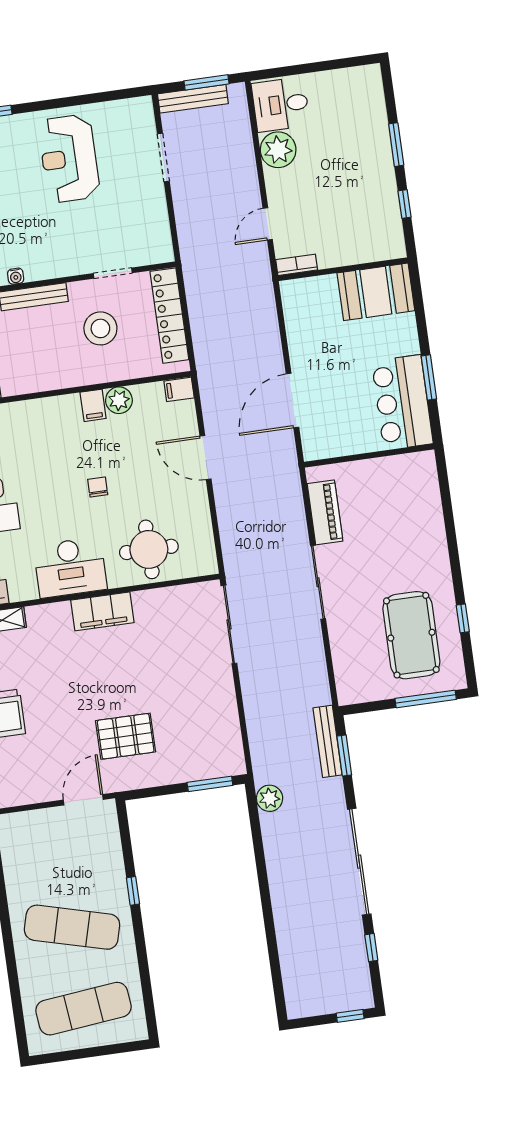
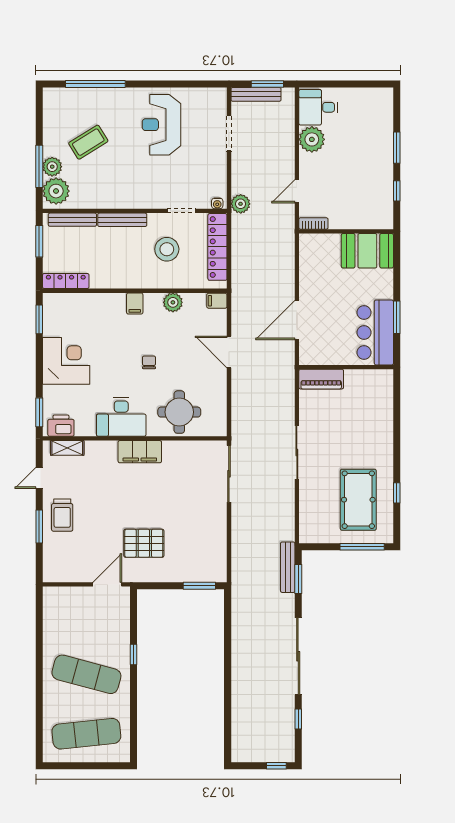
water cooler: (16, 276) -> (217, 203), moved
filing cabinet: (93, 405) -> (135, 303), moved
piano: (325, 512) -> (321, 379), moved, turned 90
plant: (270, 798) -> (241, 204), moved

